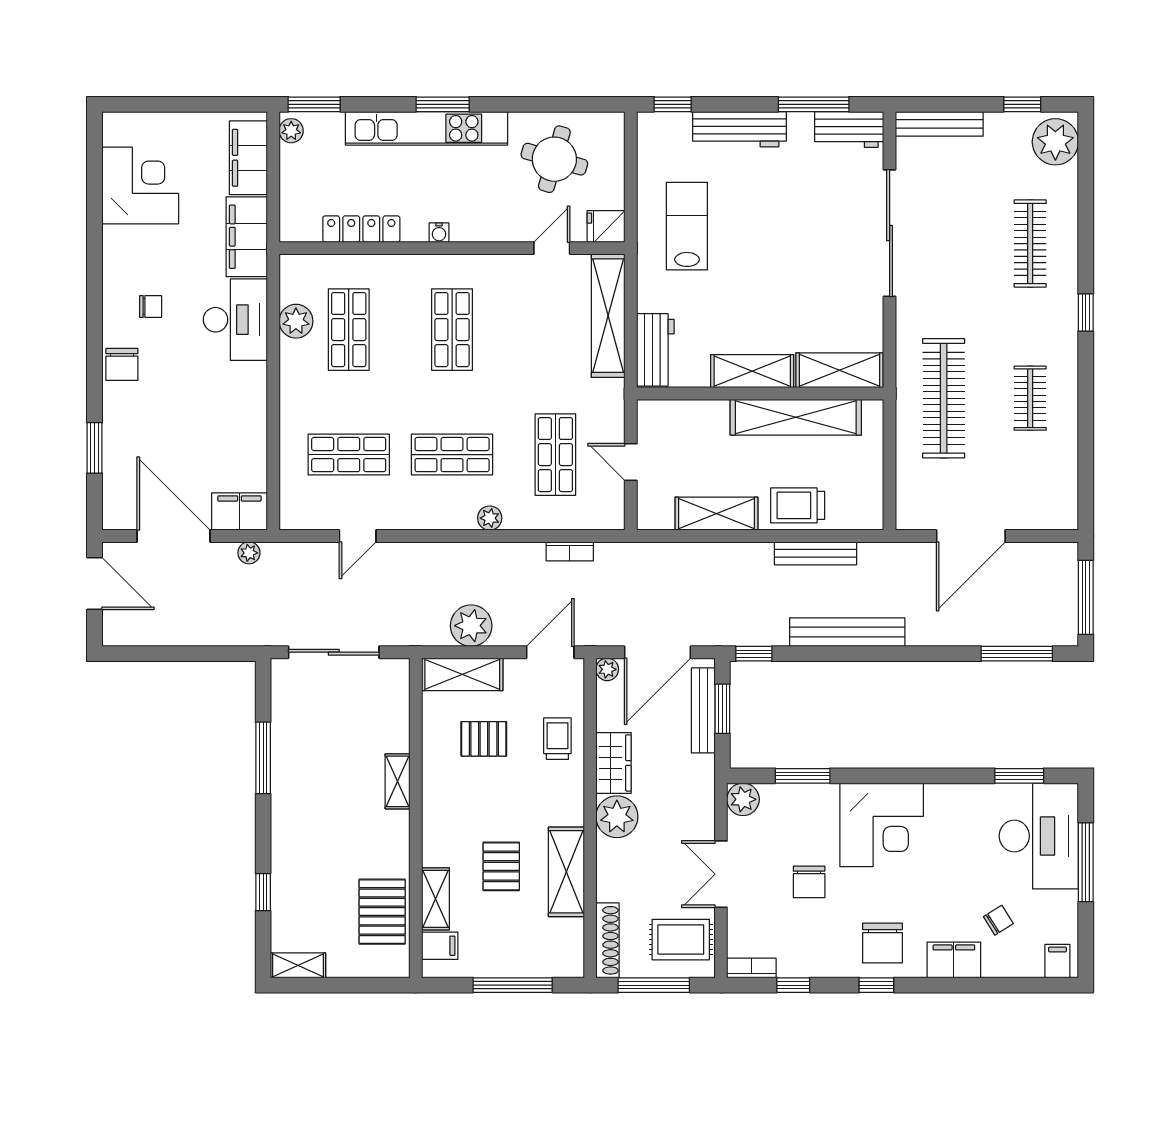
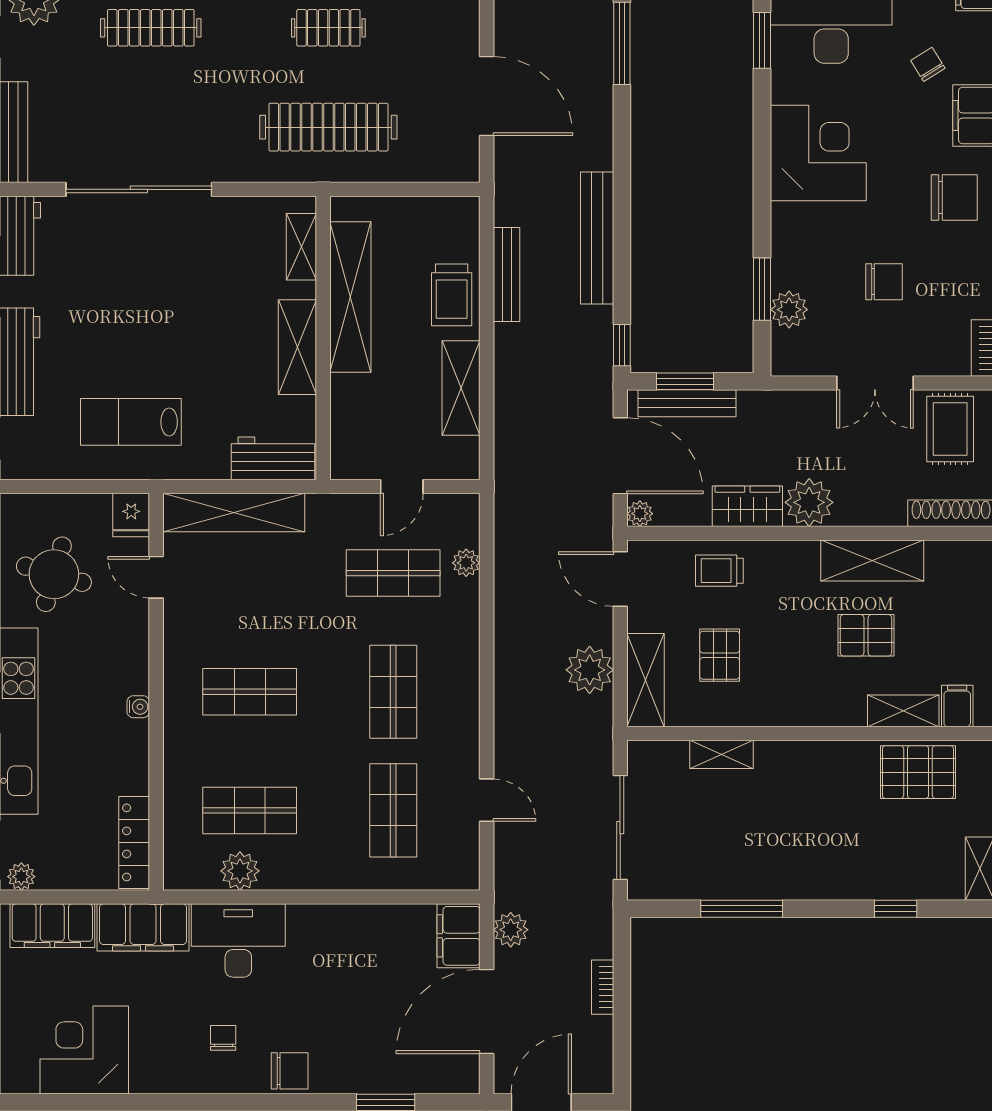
locker: (361, 229) -> (134, 842), moved
shelving: (839, 370) -> (301, 247), width x0.67, depth x0.75
plant: (490, 518) -> (466, 563), moved
bookcase: (570, 551) -> (603, 987), moved, turned 180
plant: (249, 553) -> (511, 930), width x1.38, depth x1.38
shelving: (398, 781) -> (721, 754), moved
plant: (743, 799) -> (789, 310), moved
corner desk: (882, 825) -> (818, 153), moved

